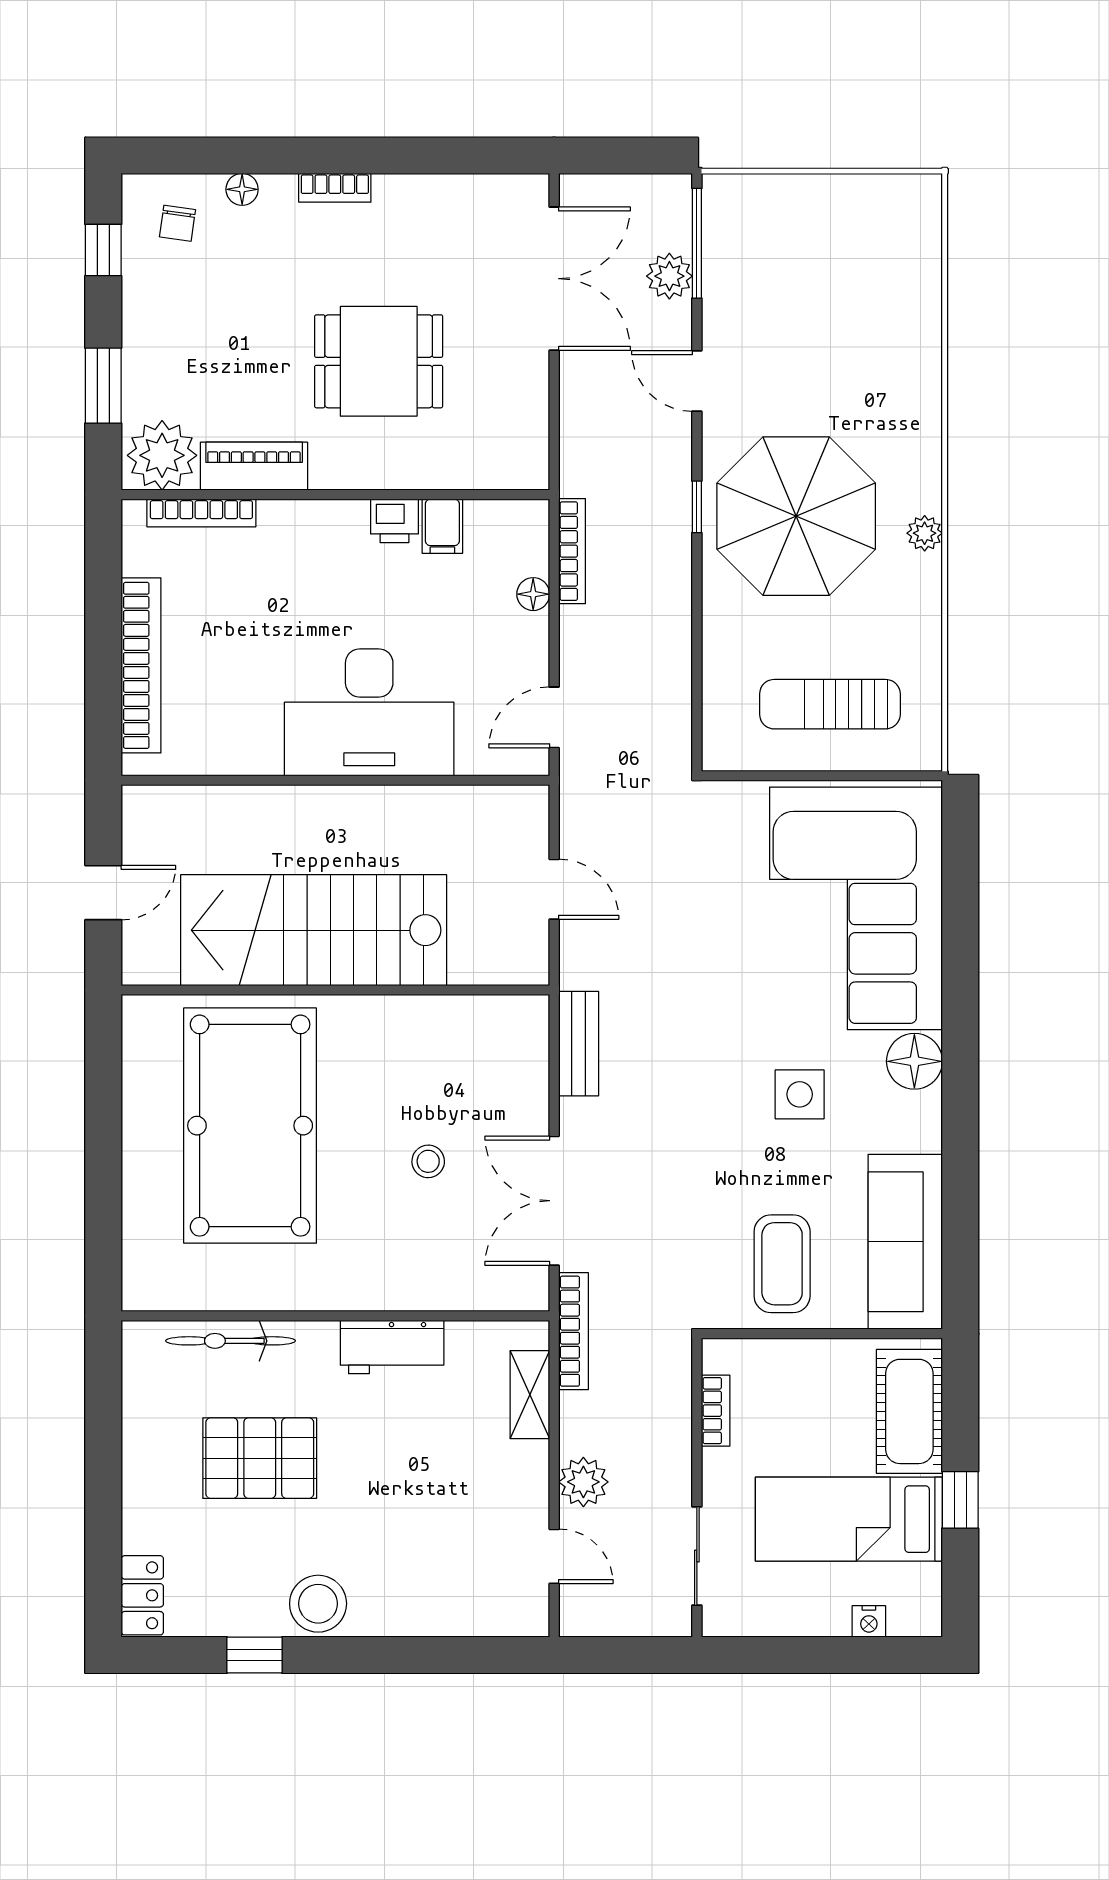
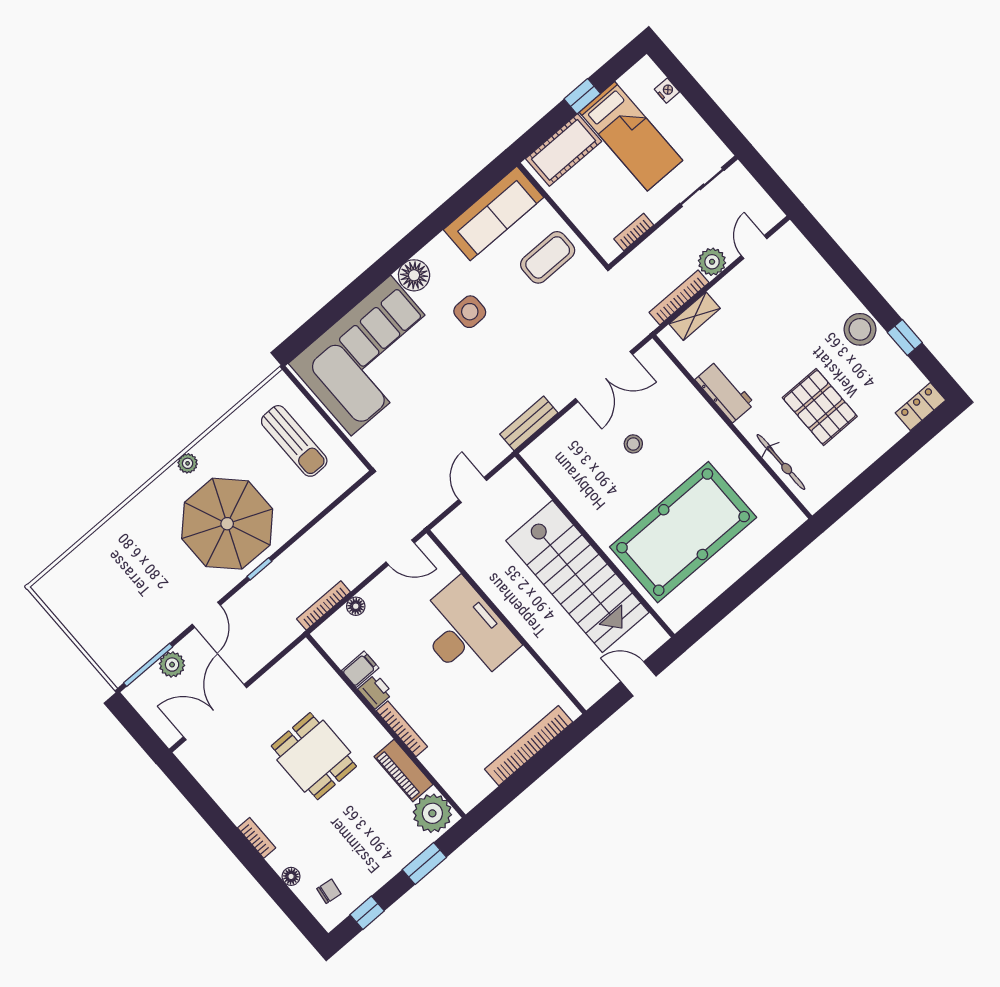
bookcase: (201, 513) -> (402, 729), moved
bookcase: (574, 1331) -> (679, 298), moved

